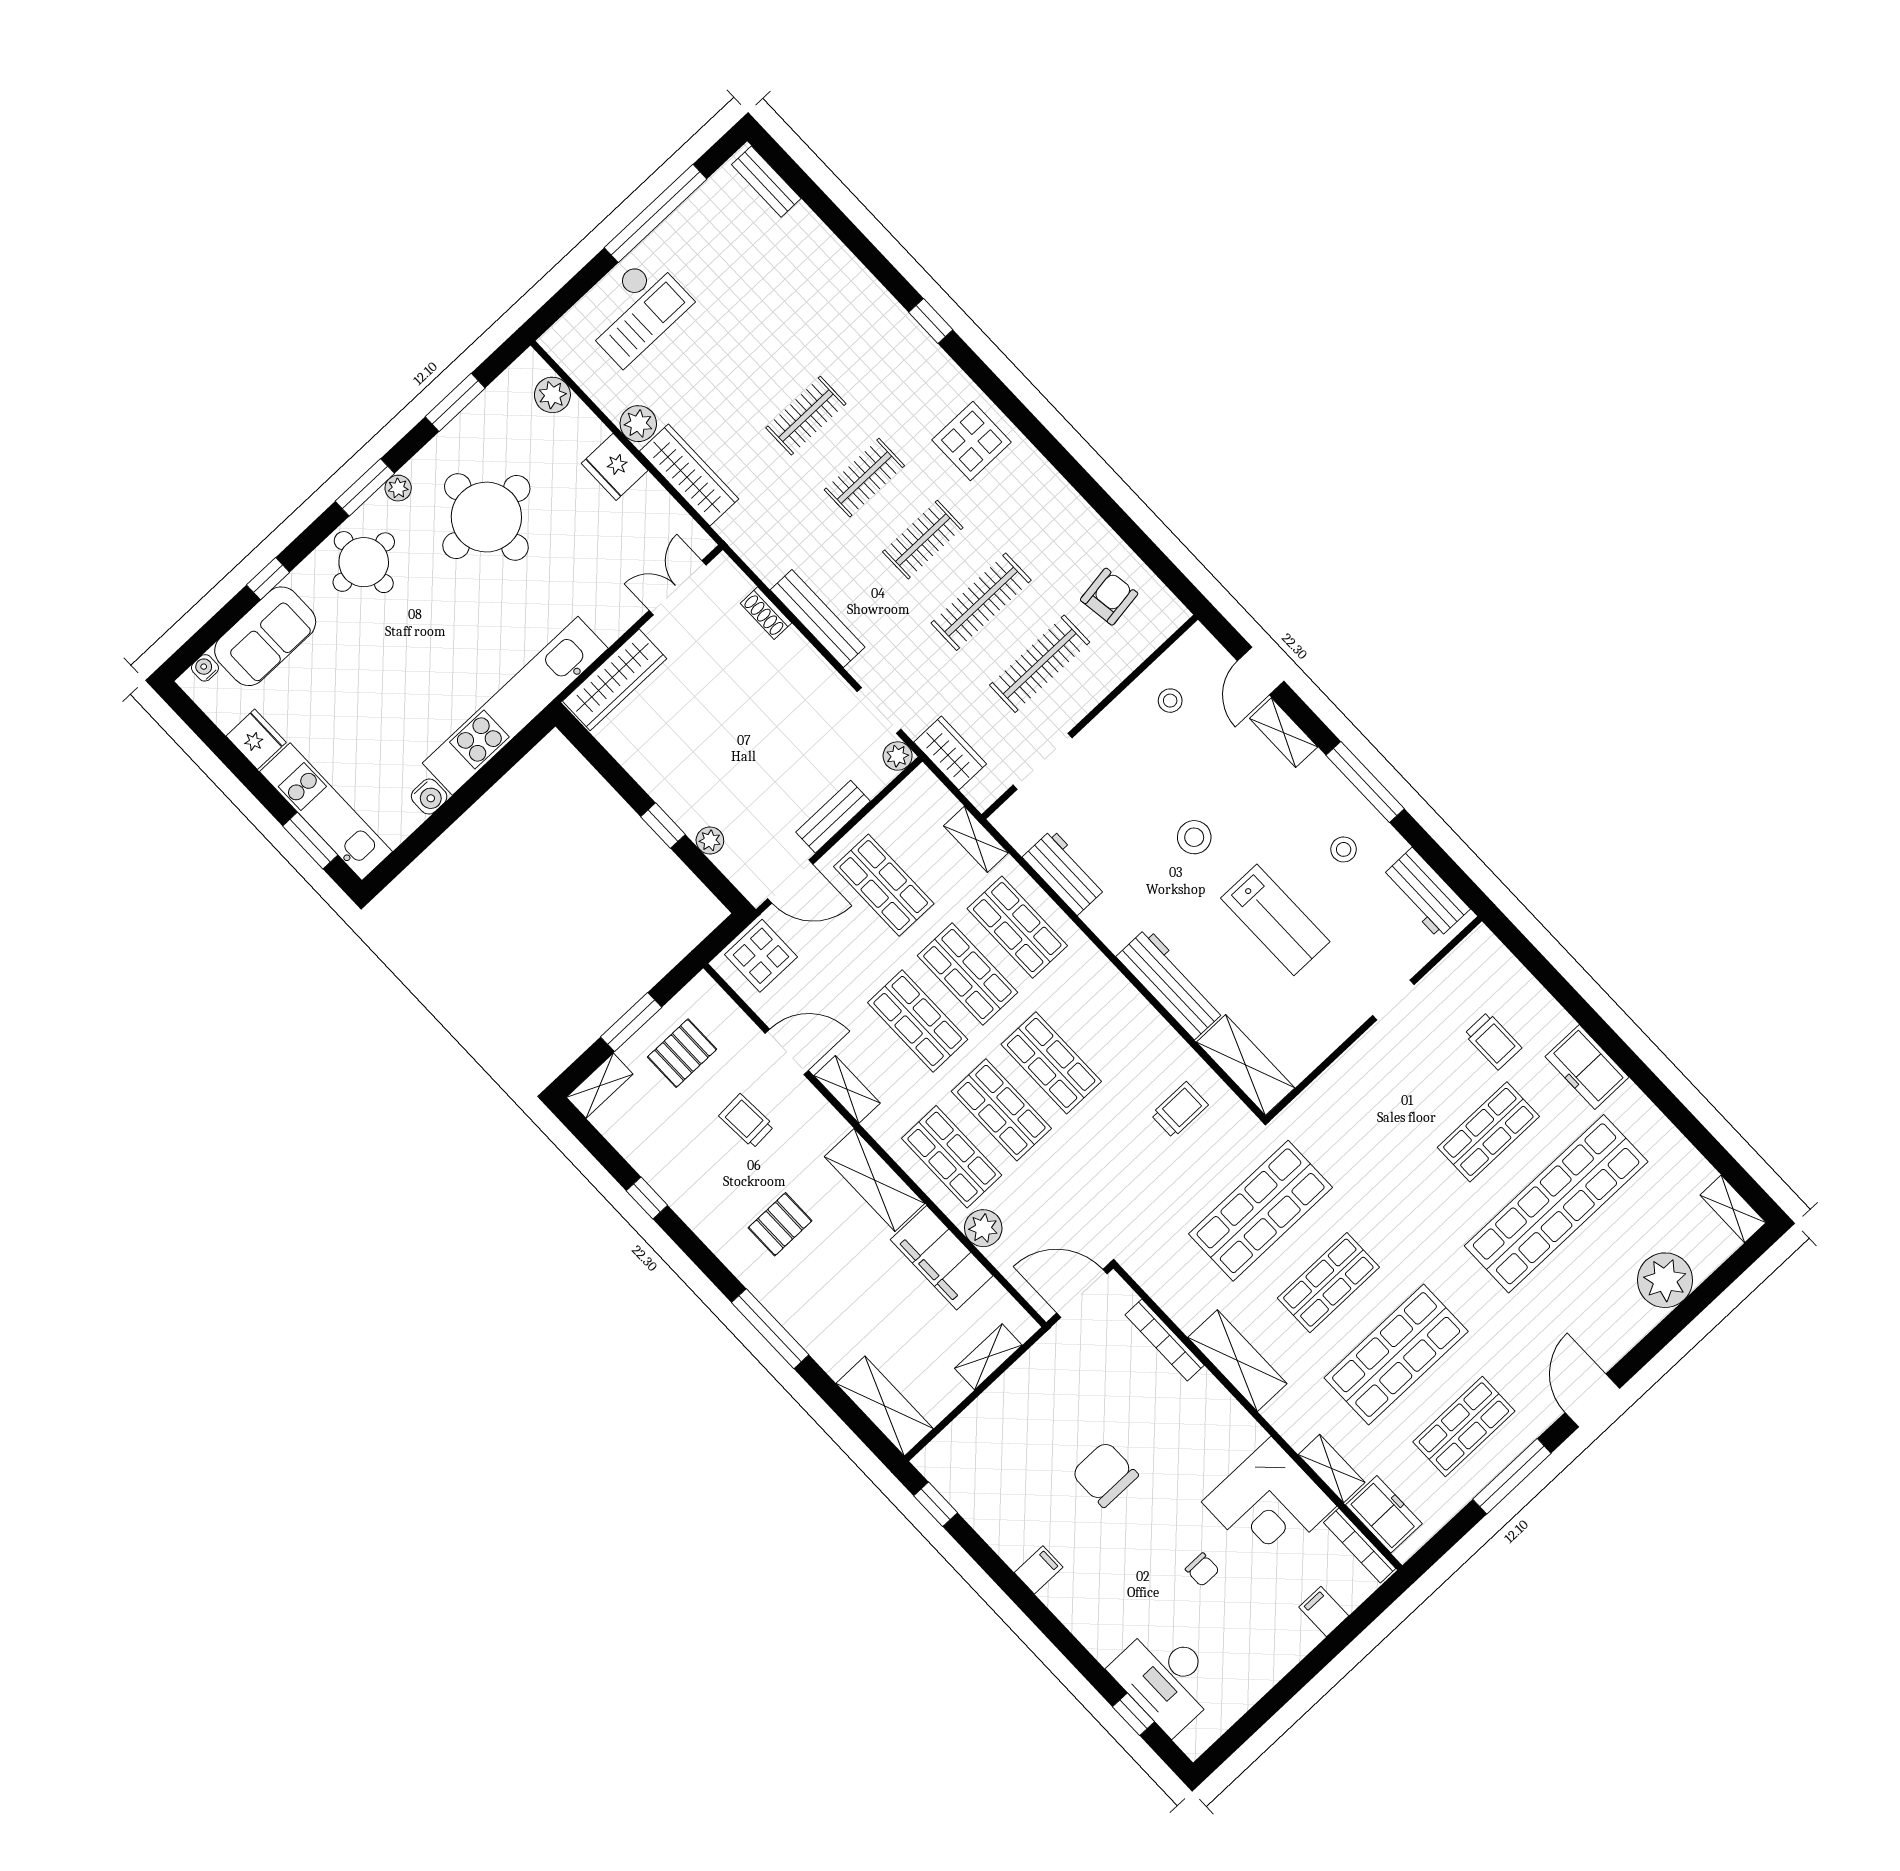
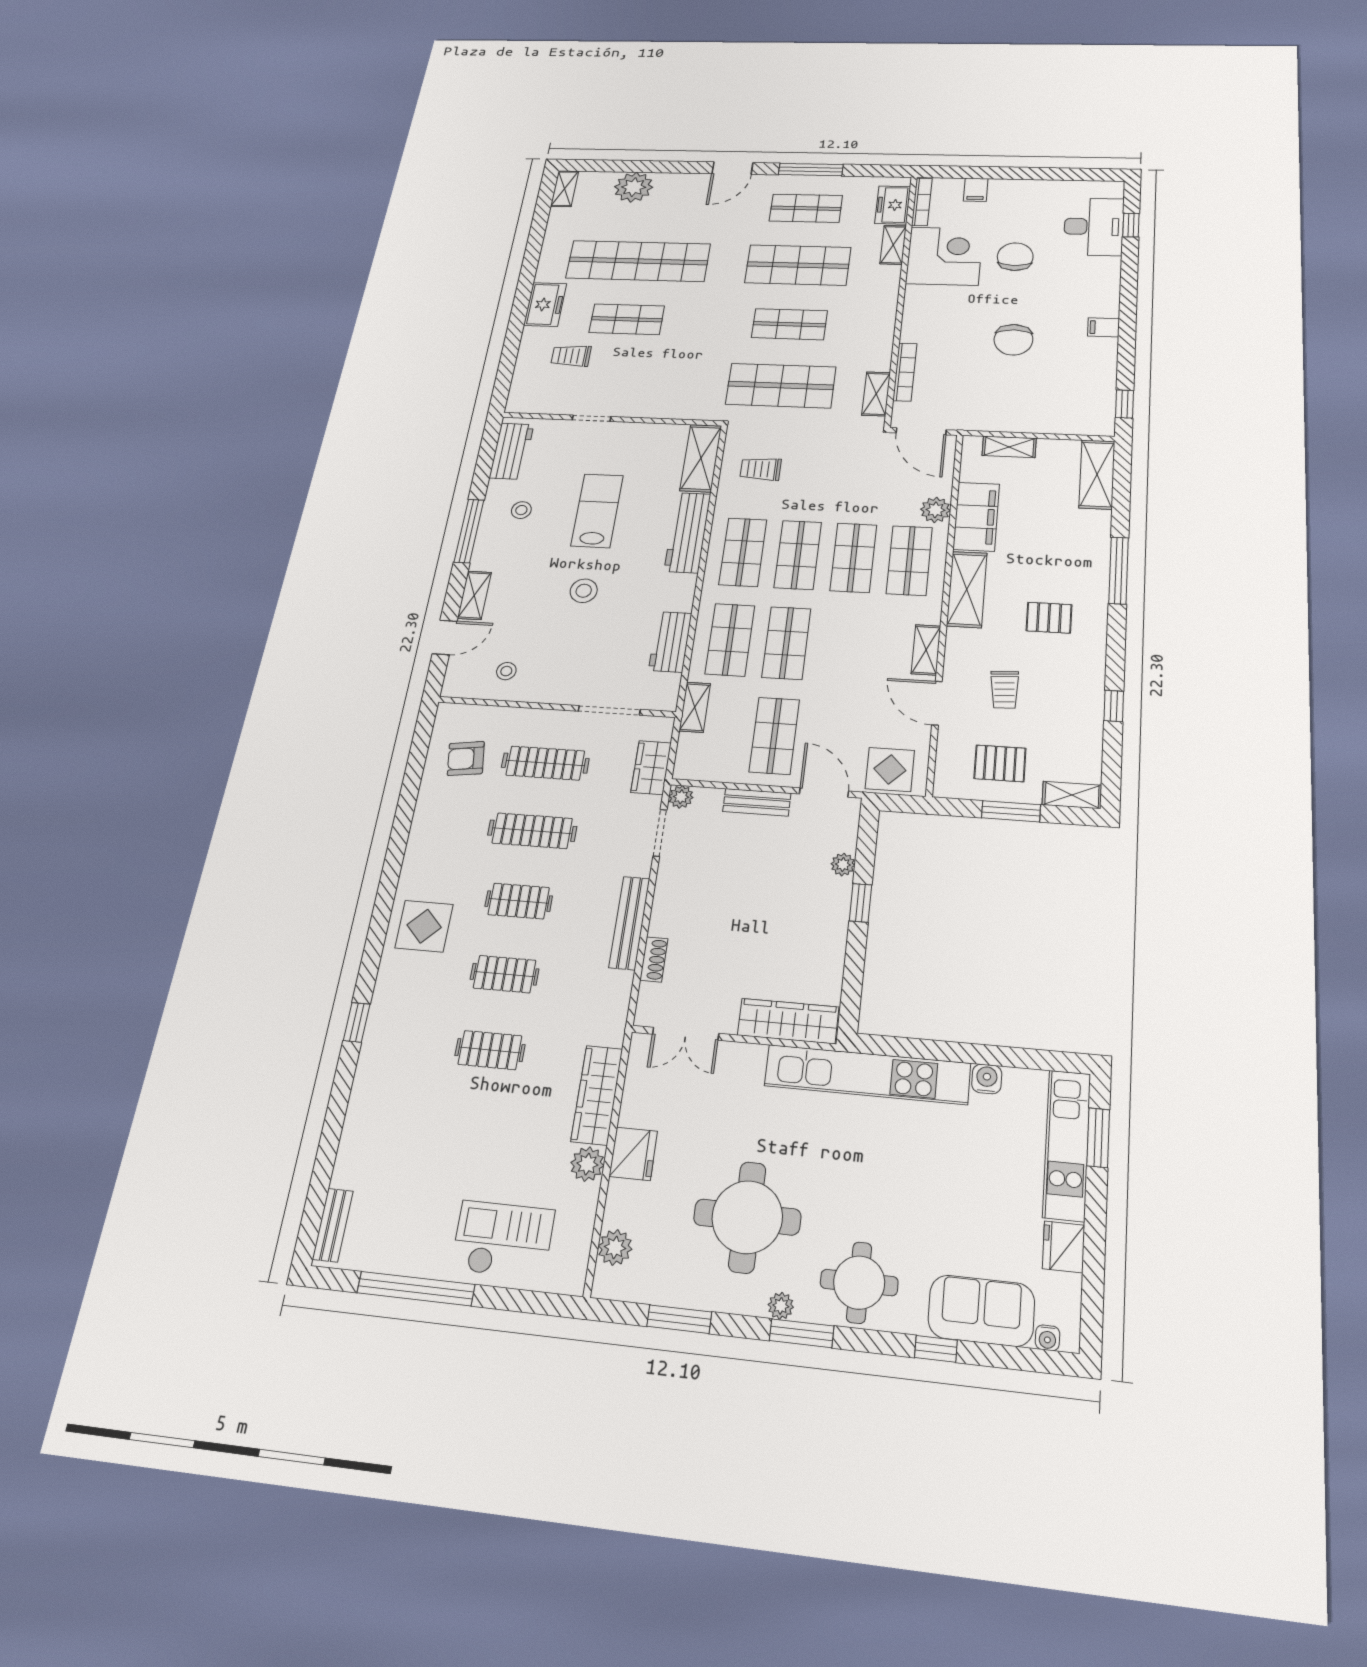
shop shelf: (918, 1021) -> (743, 552), moved
trolley: (1493, 1041) -> (571, 356), turned -90
shelving: (1237, 1361) -> (876, 394), moved, width x0.67, depth x0.75
chair: (1202, 1570) -> (1015, 257), width x1.87, depth x1.87

